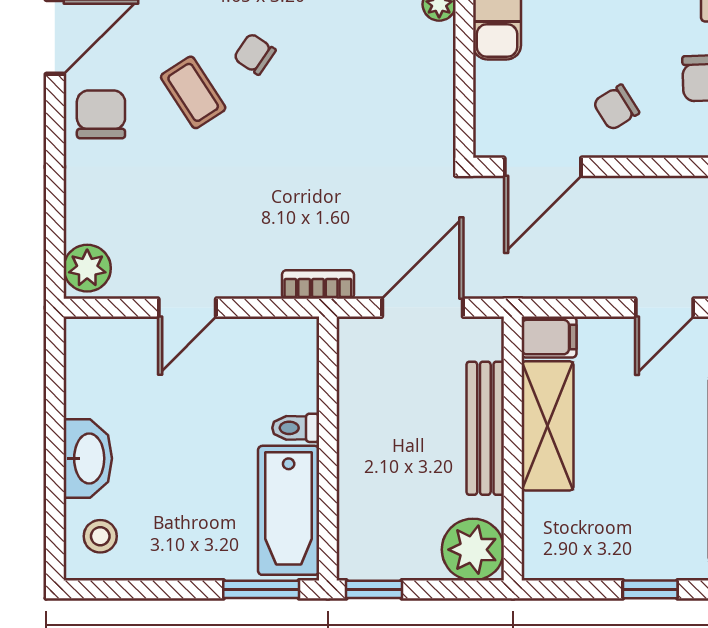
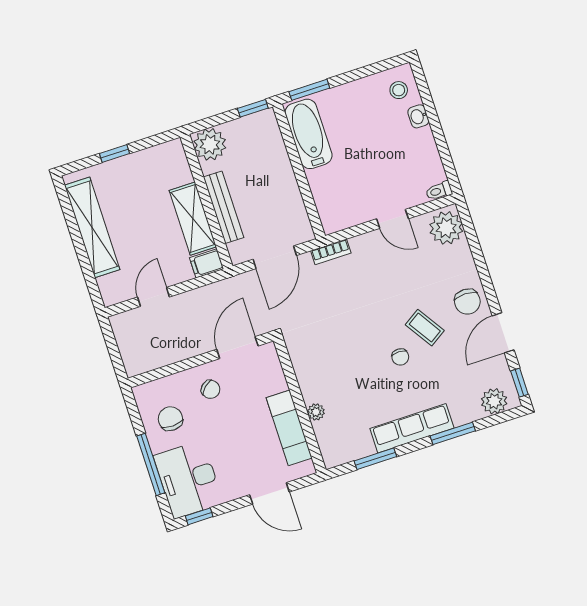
chair: (255, 54) -> (400, 357), turned 56
chair: (616, 107) -> (210, 389), turned 80
plant: (87, 268) -> (446, 228), width x1.36, depth x1.36
door: (187, 308) -> (392, 219), swing flipped
toilet: (296, 428) -> (439, 191), moved, turned 180
washbasin: (88, 458) -> (418, 116), width x0.52, depth x0.69

